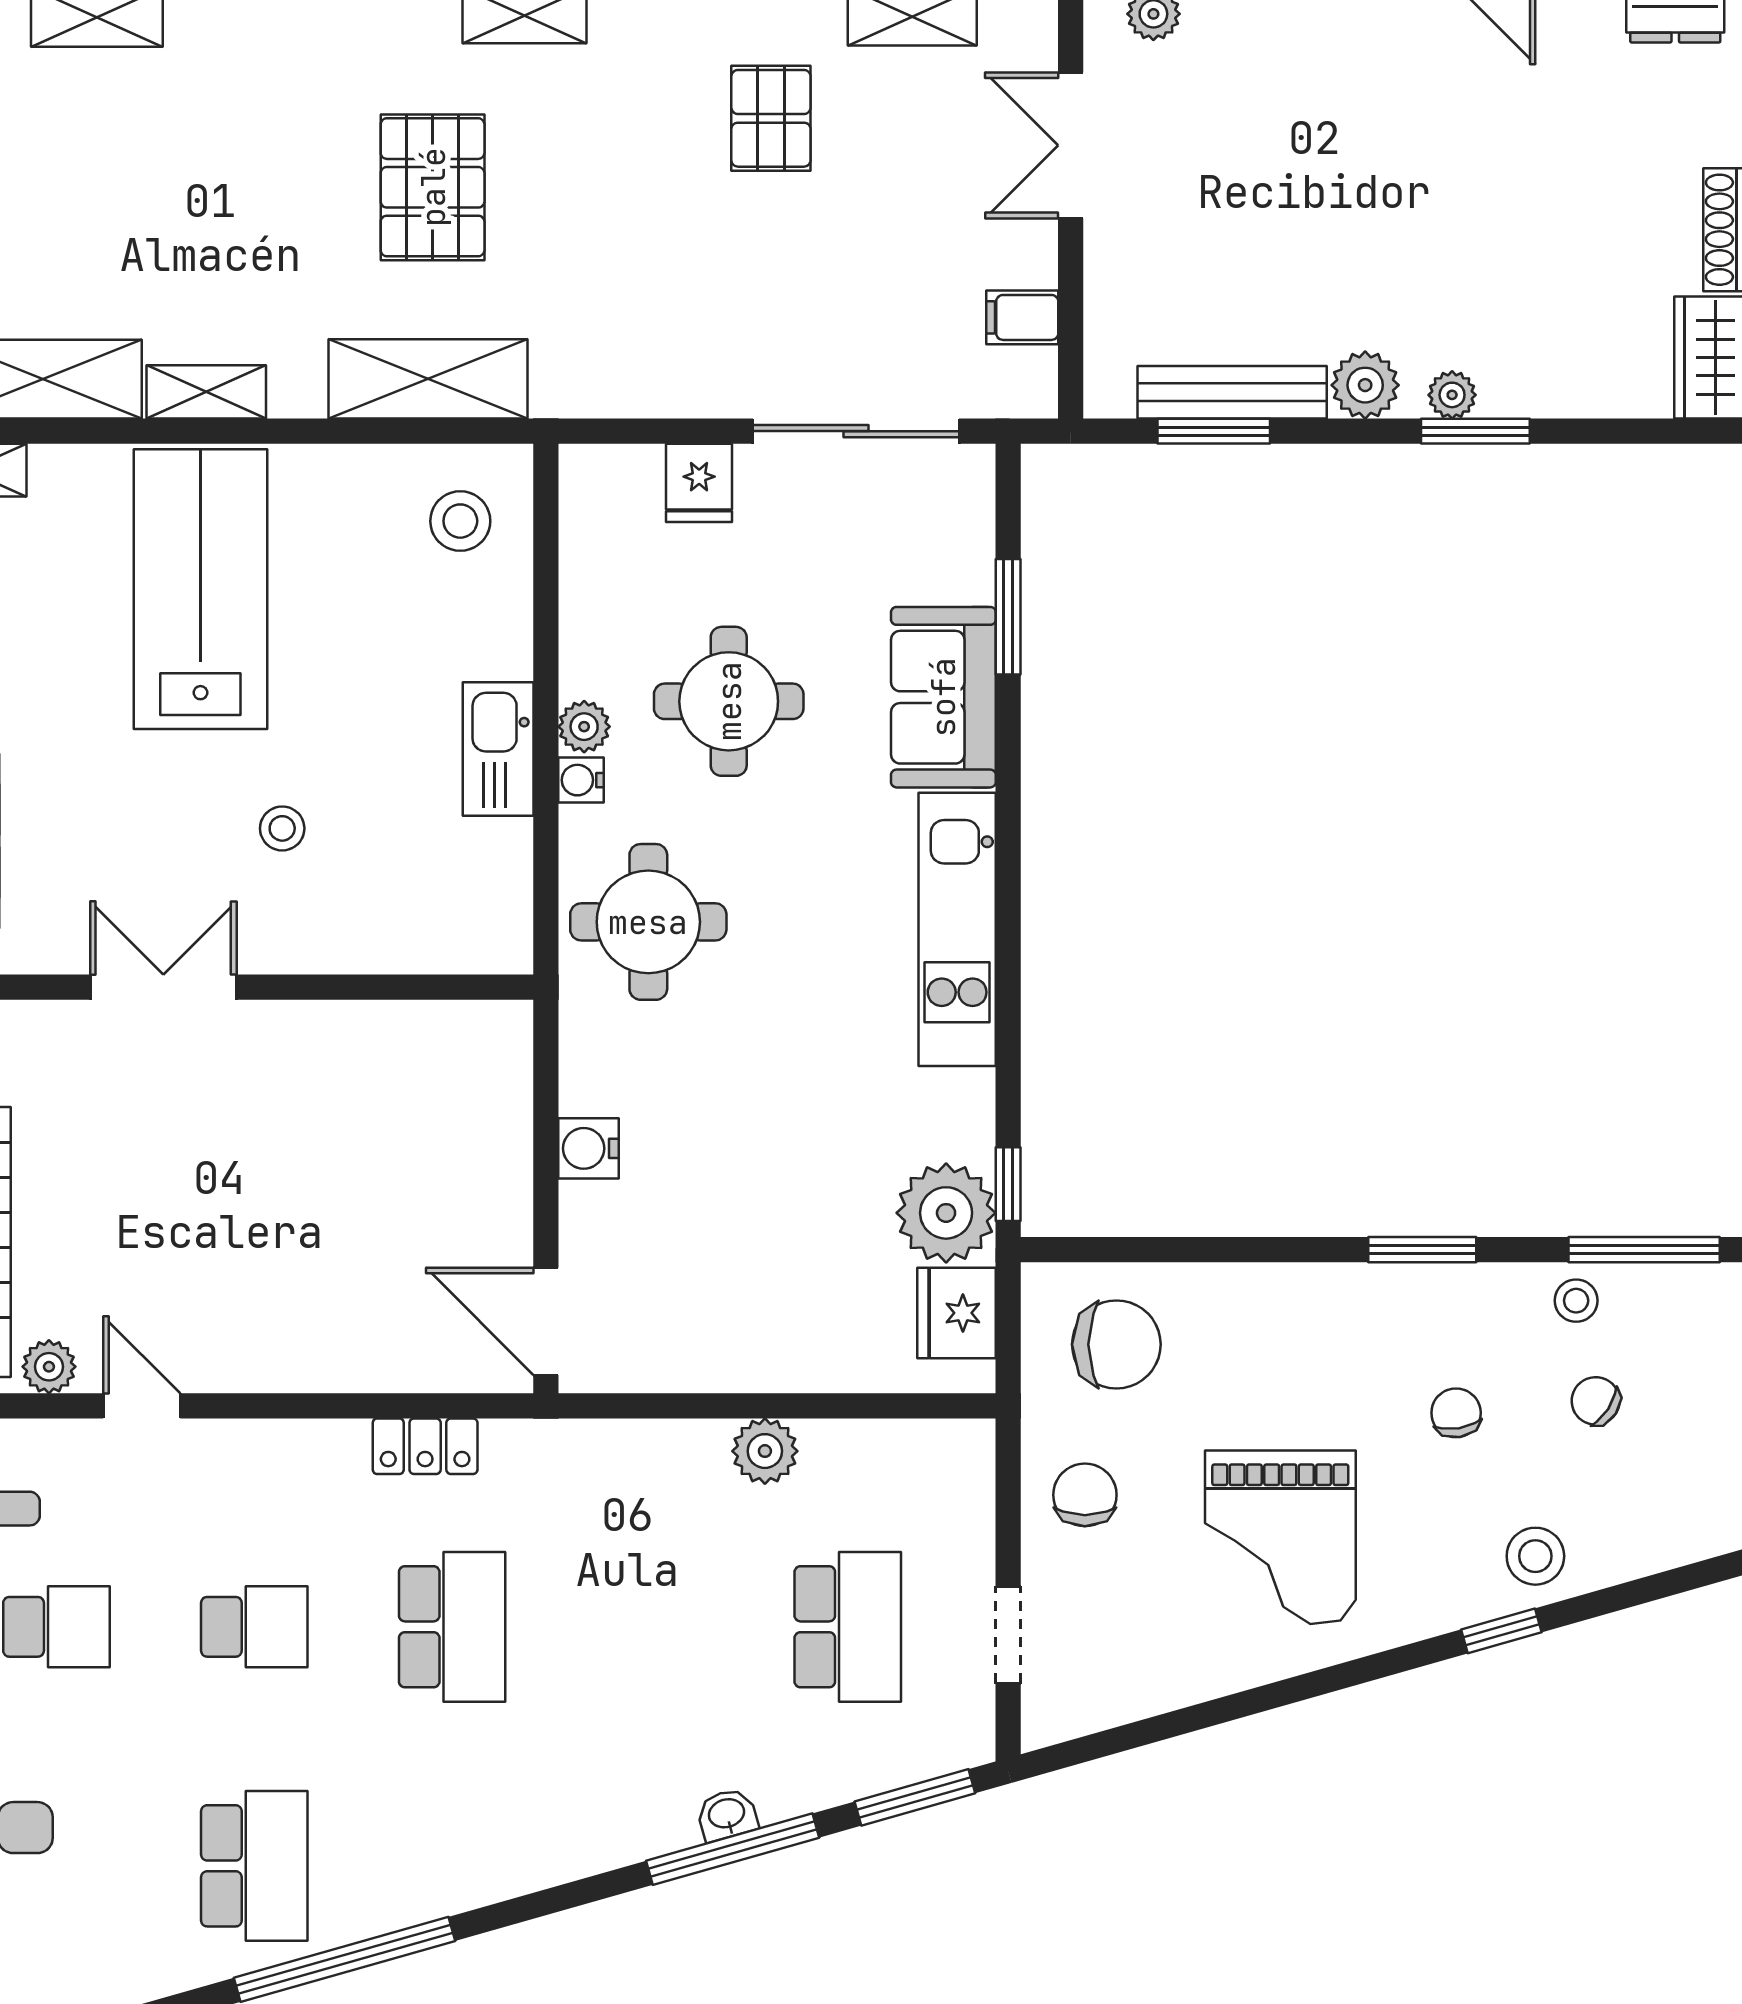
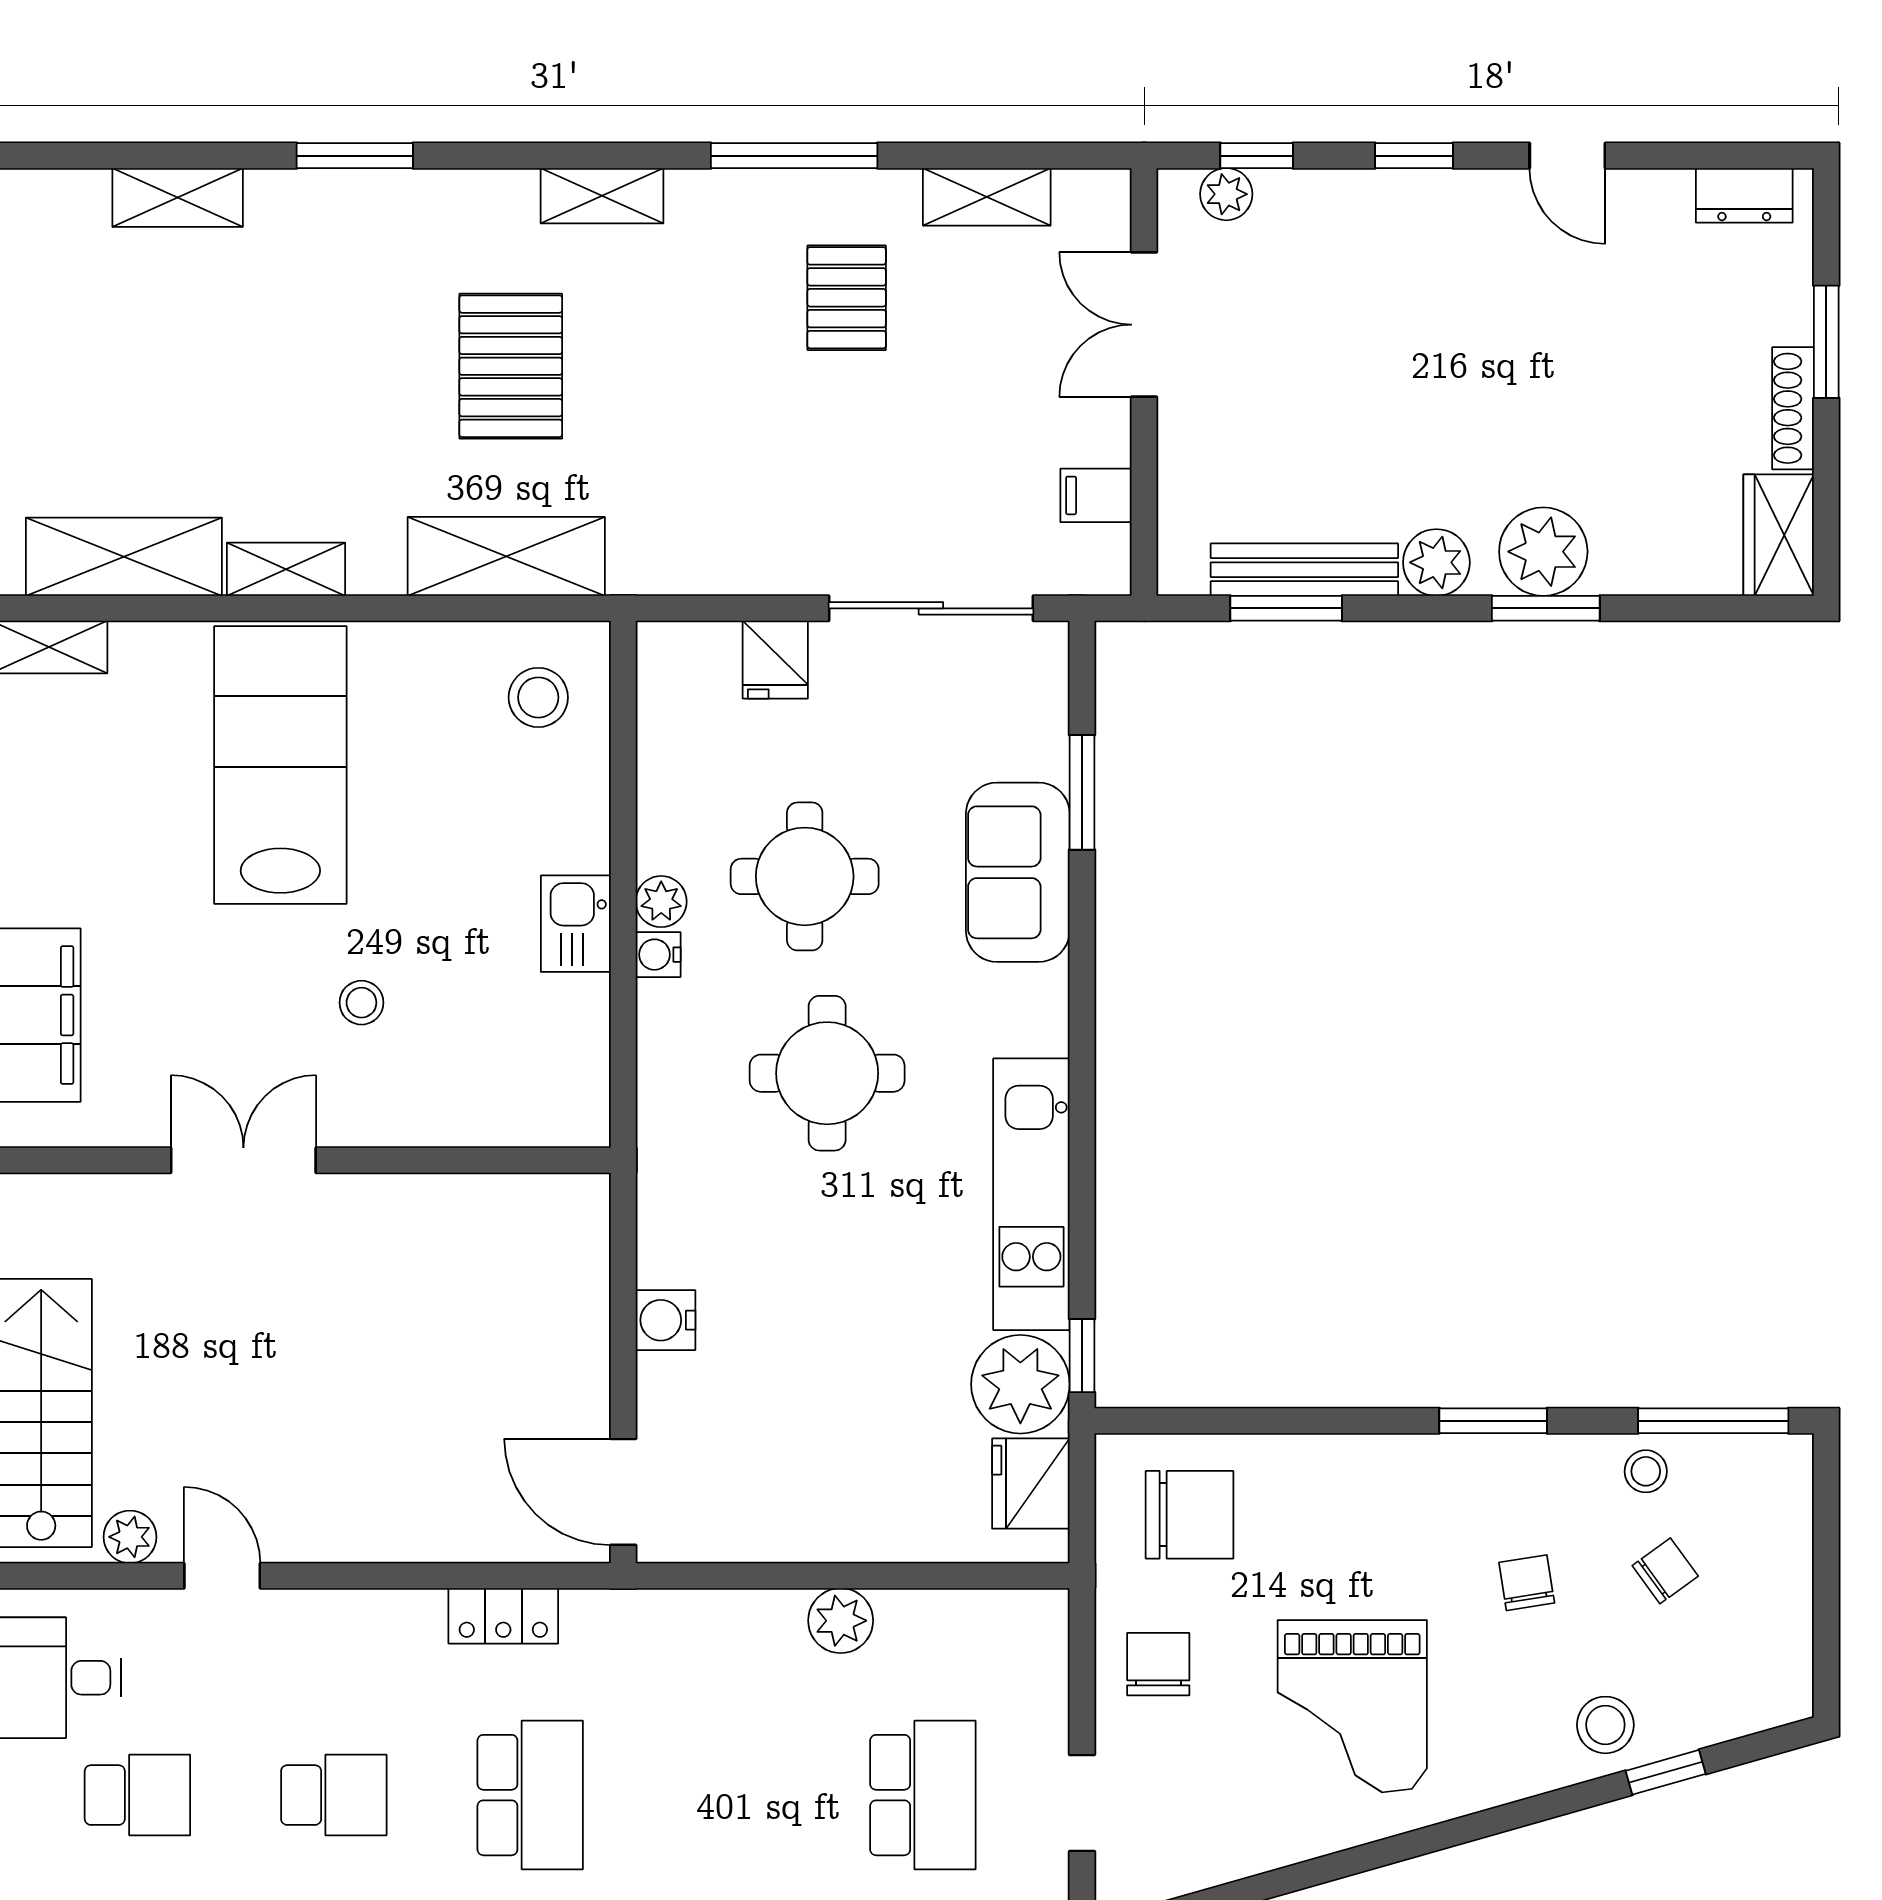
plant: (1452, 395) -> (1543, 552), width x1.88, depth x1.88
kitchen sink: (498, 749) -> (576, 924), width x0.73
round table: (648, 922) -> (827, 1073), moved
kitchen unit: (957, 929) -> (1031, 1194), moved
chair: (1596, 1401) -> (1665, 1571), turned 111
window: (1501, 1631) -> (1666, 1772), moved

